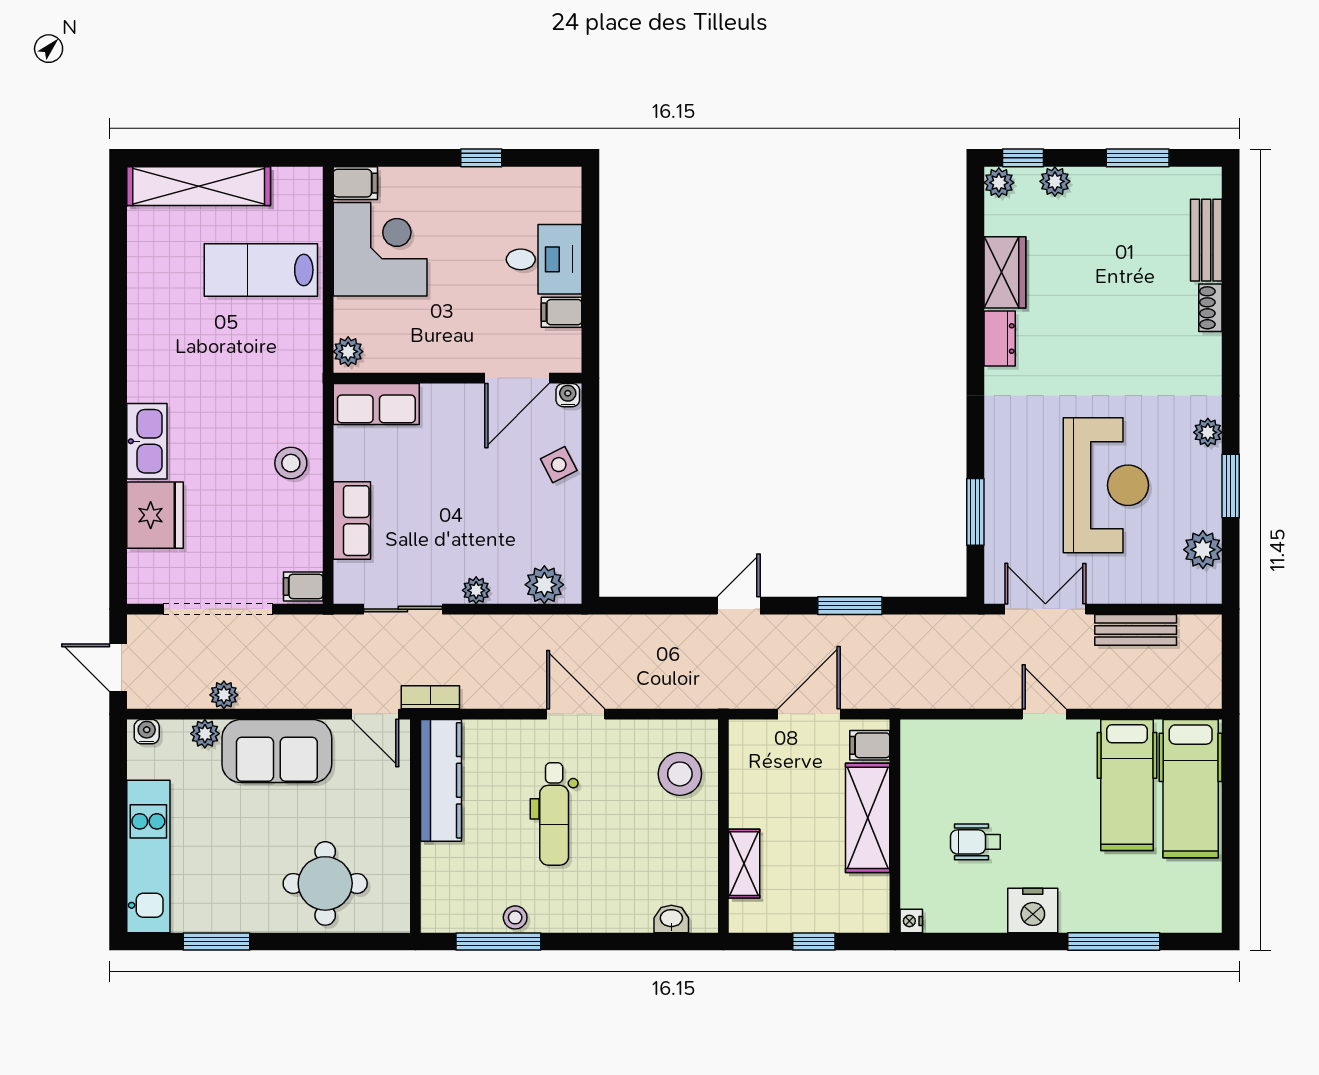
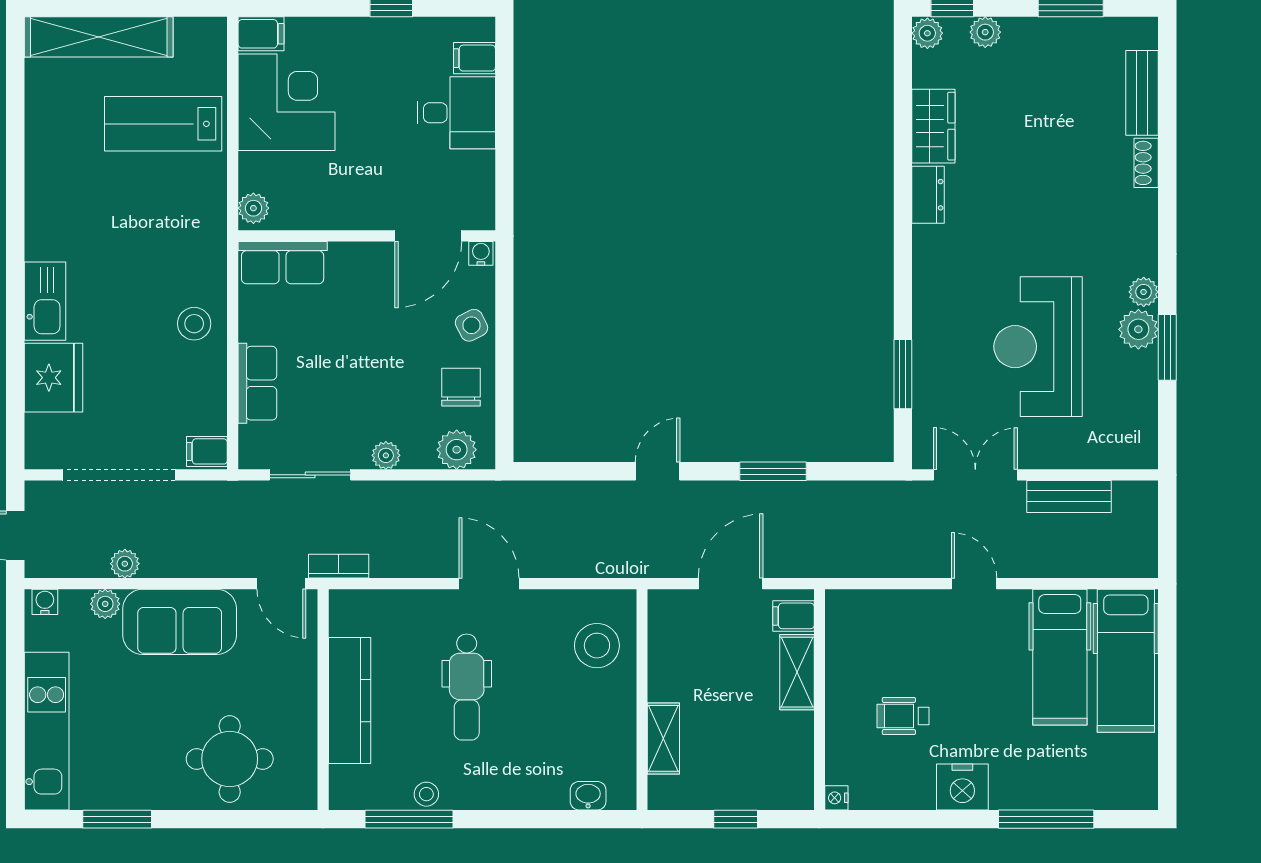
filing cabinet: (562, 312) -> (474, 58), moved
reception desk: (1106, 485) -> (1038, 347), turned 180
chair: (549, 524) -> (461, 387), added
plant: (1203, 550) -> (1138, 329), moved
kitchen counter: (441, 780) -> (350, 701), moved
shelving: (868, 818) -> (797, 672), width x0.67, depth x0.75

